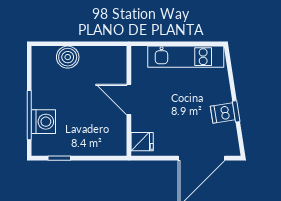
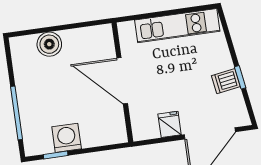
door: (129, 99) -> (122, 81), width x1.36
washing machine: (43, 122) -> (67, 138), moved, turned -90
fridge: (142, 142) -> (170, 124), moved, turned -90

